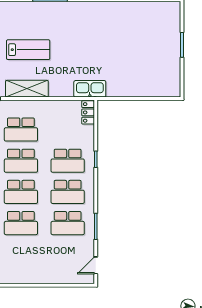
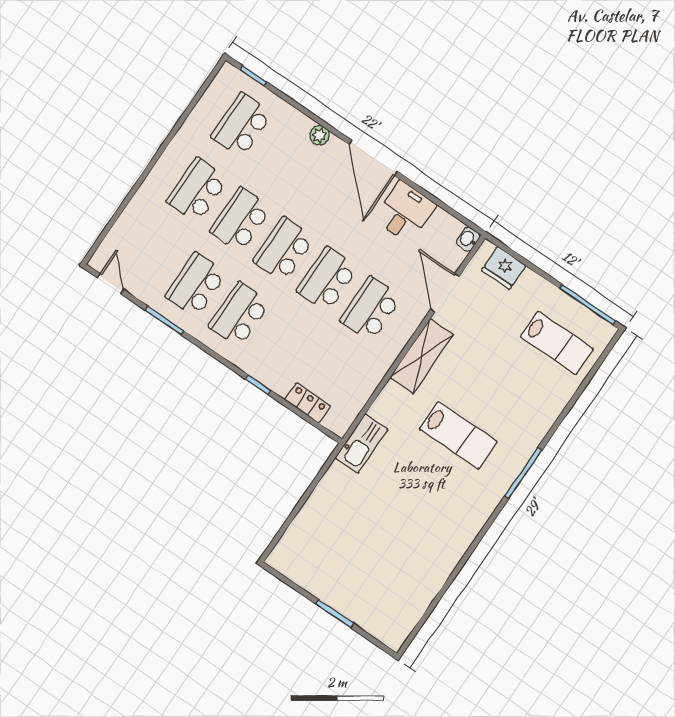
lab bench: (28, 50) -> (458, 435), moved, turned -90
locker: (88, 112) -> (307, 403), moved
school desk: (68, 161) -> (197, 190), moved

